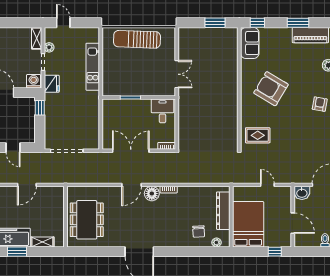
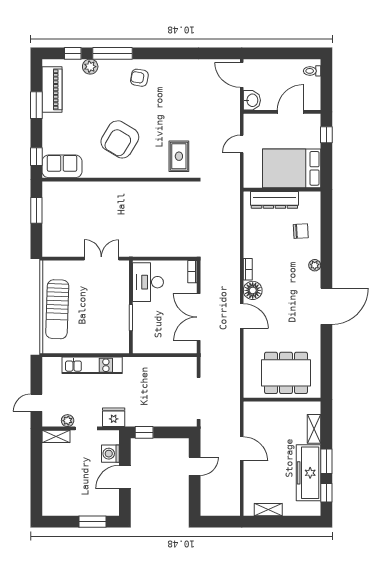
washing machine: (34, 81) -> (110, 454), moved
desk: (162, 111) -> (148, 282), width x1.37
plant: (216, 242) -> (315, 265), moved

